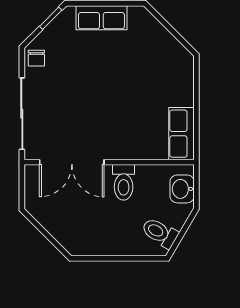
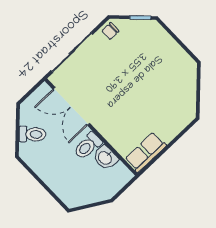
row of seats: (101, 18) -> (168, 46), removed
washbasin: (182, 189) -> (105, 158), moved, turned -90
toilet: (160, 233) -> (32, 134), moved, turned 105

